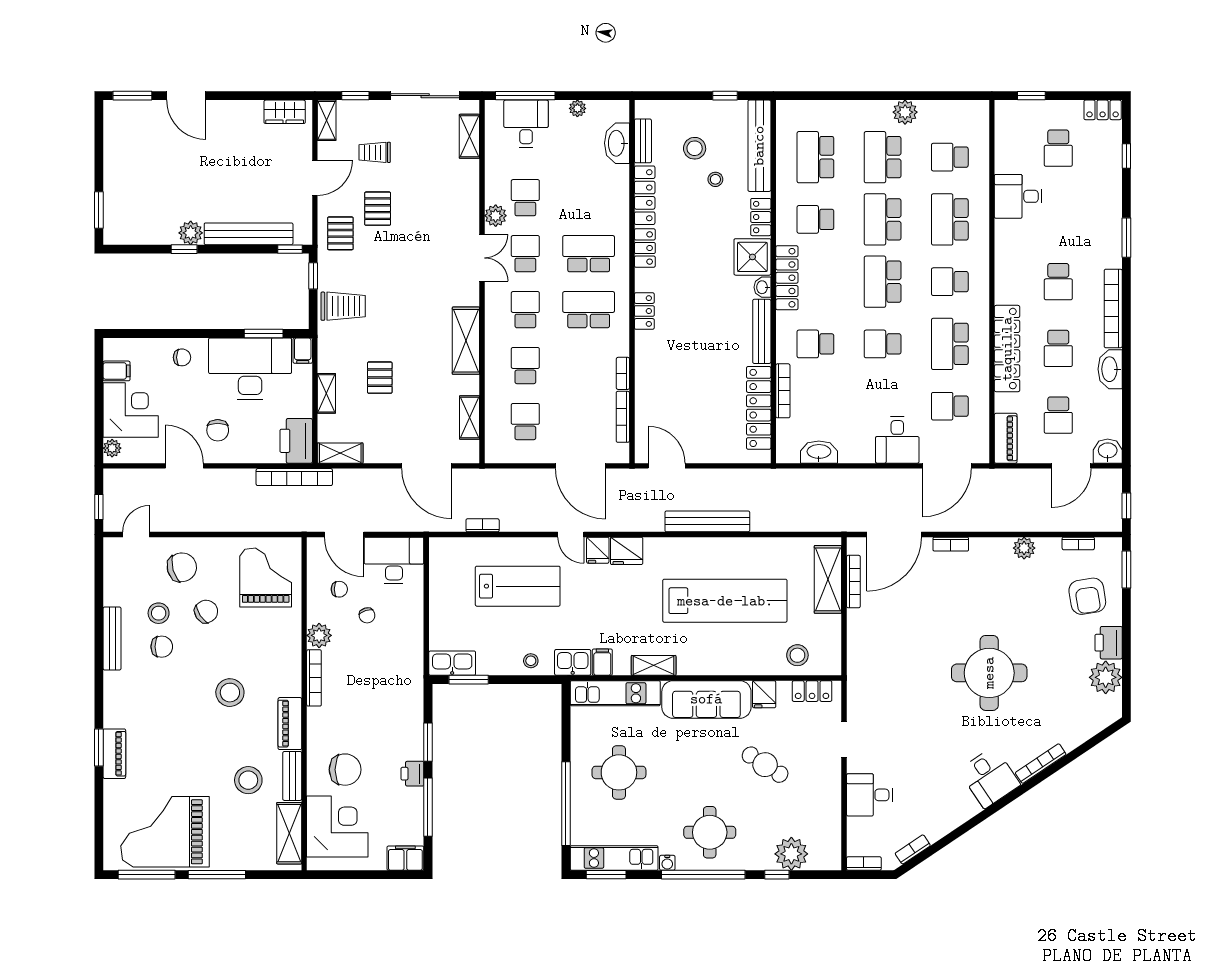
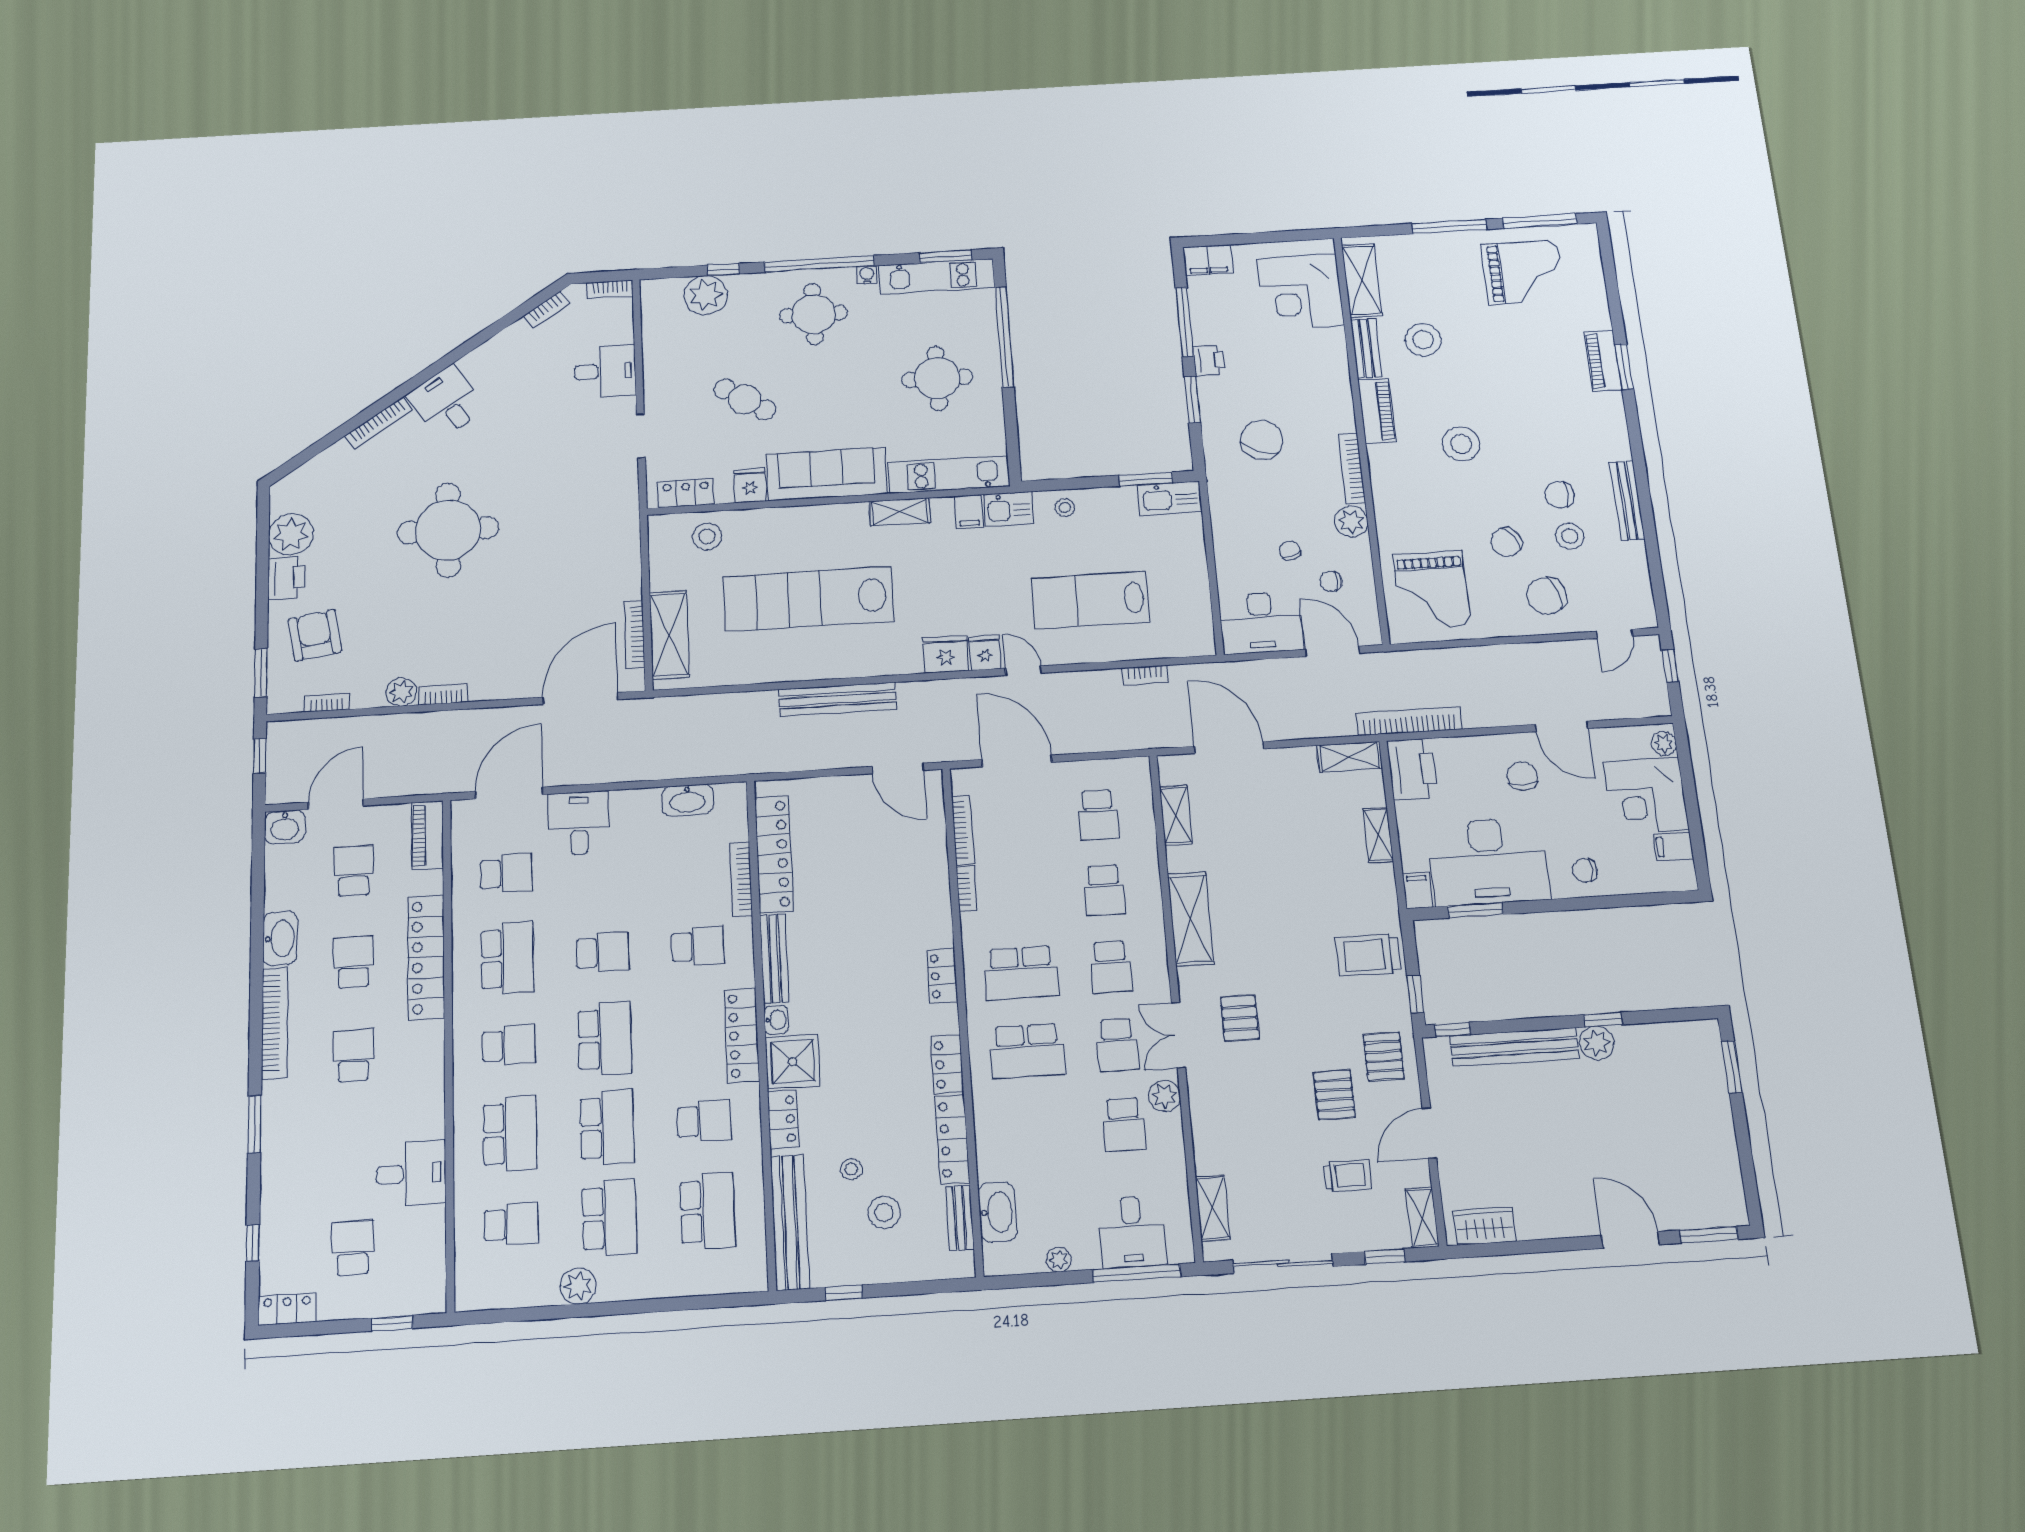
pallet: (380, 378) -> (1240, 1018), moved
bookcase: (951, 544) -> (443, 694), moved
chair: (345, 770) -> (1262, 440), moved, turned 112
grand piano: (165, 832) -> (1523, 272), width x0.73, depth x0.68

